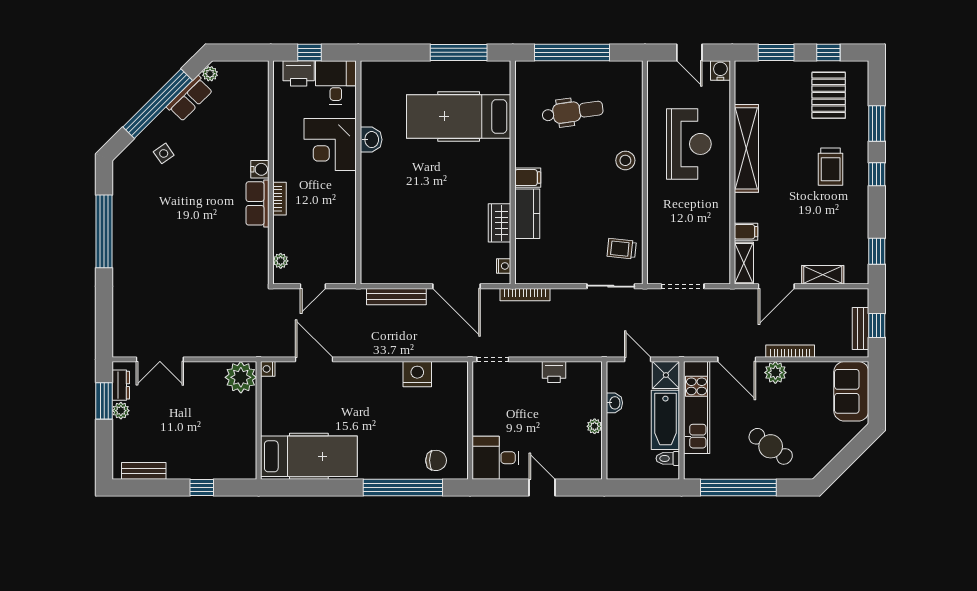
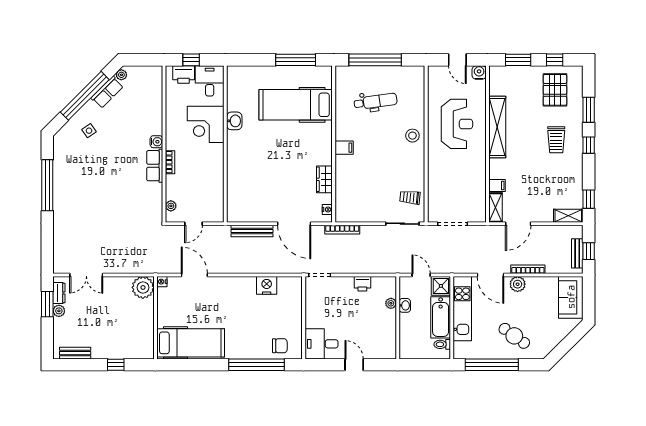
kitchen counter: (527, 214) -> (344, 173), removed
shelving: (823, 275) -> (568, 216), moved
plant: (595, 426) -> (391, 303), moved

